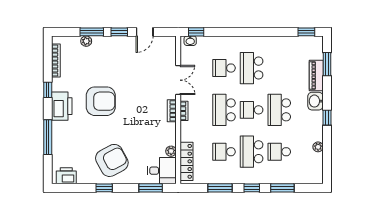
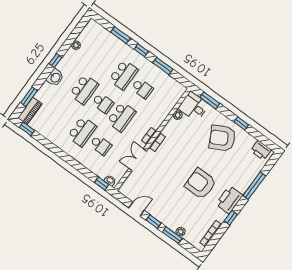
piano: (316, 75) -> (30, 111), moved
school desk: (279, 152) -> (105, 61), removed
locker: (187, 161) -> (172, 101), removed

